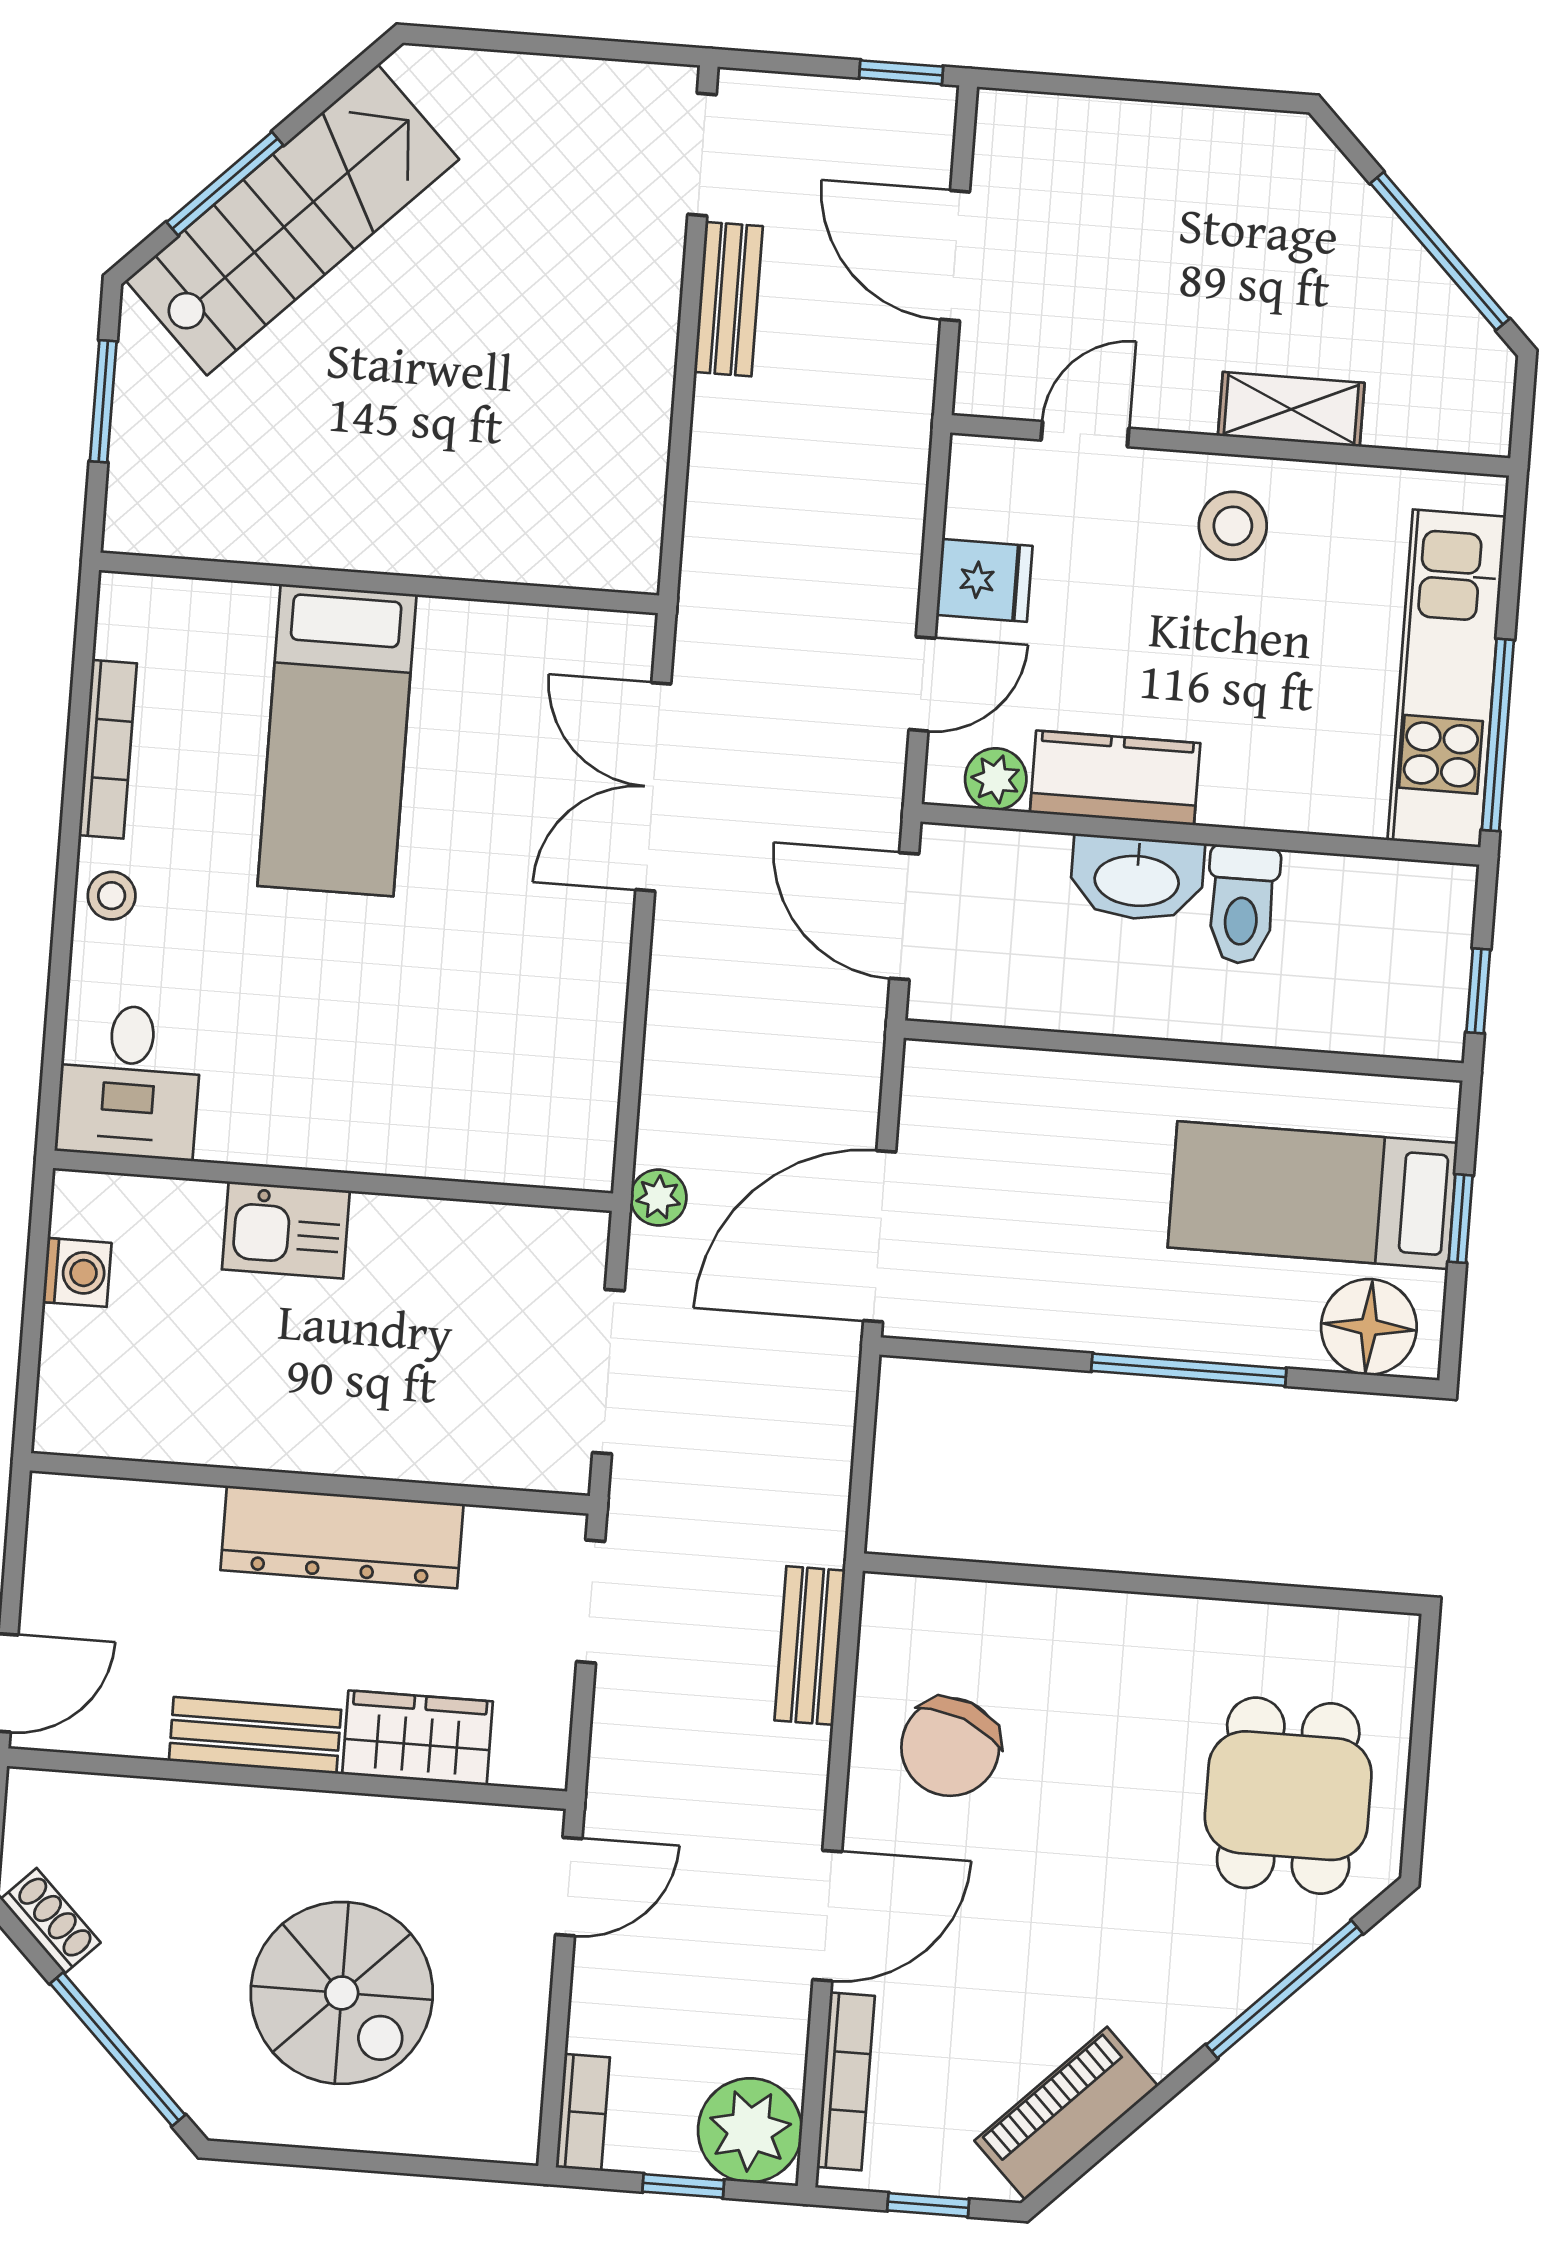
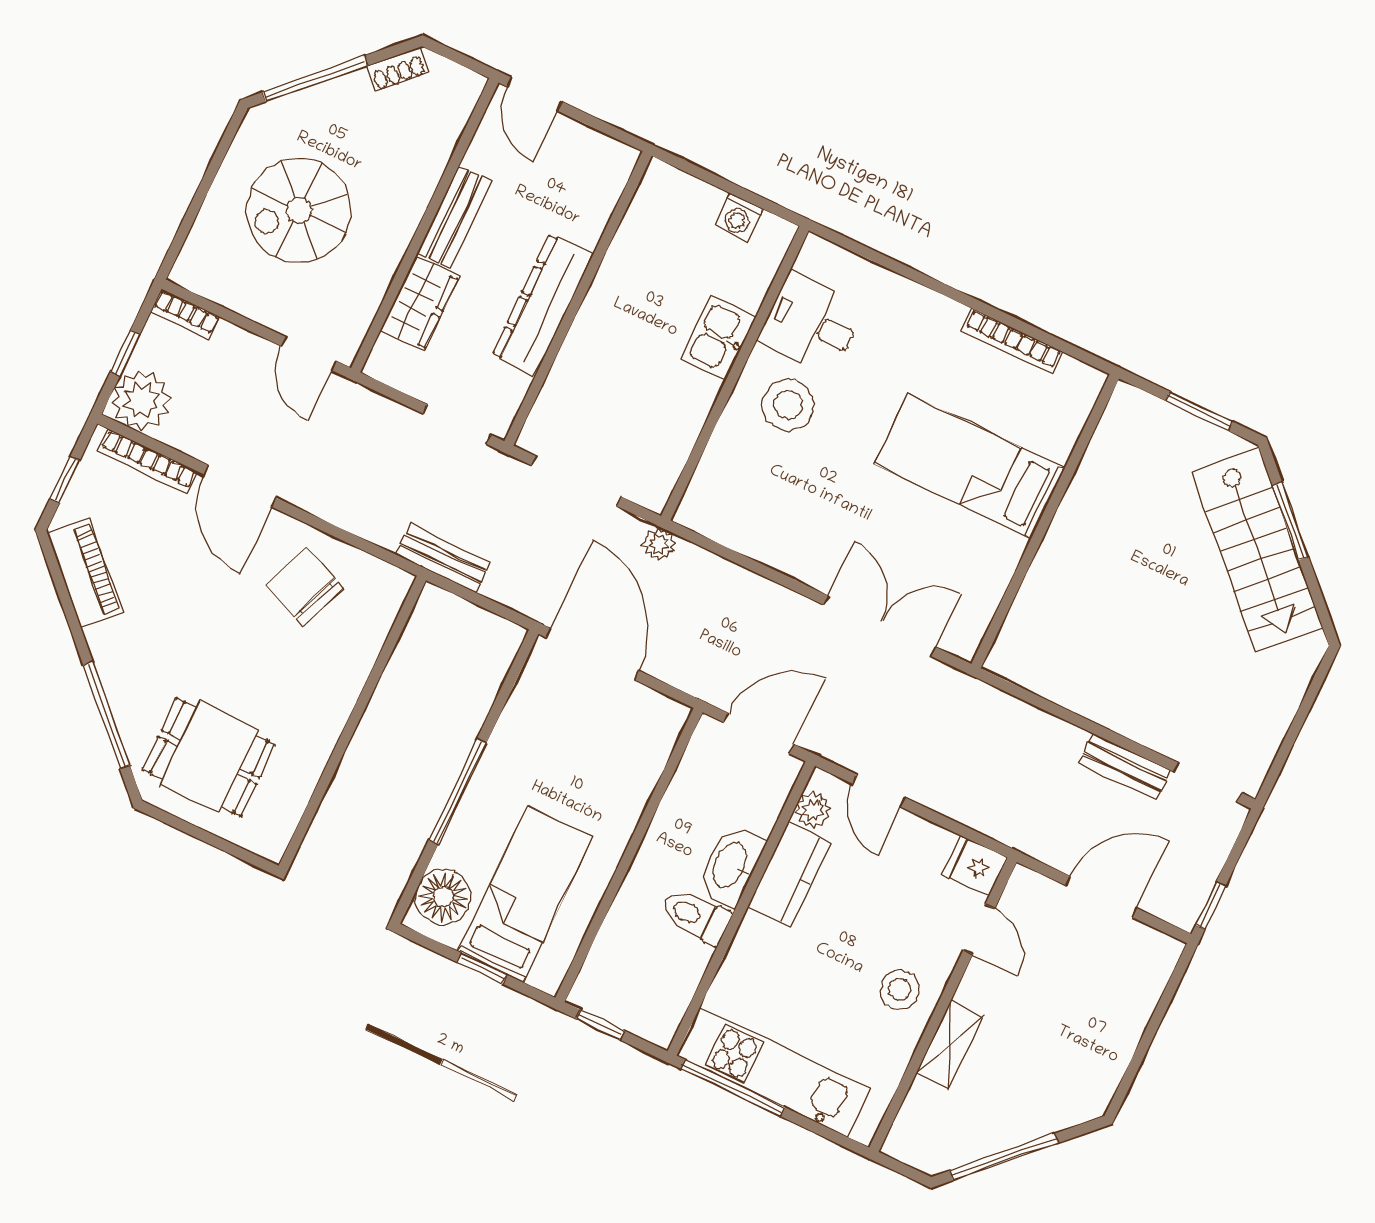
fridge: (984, 580) -> (975, 866), moved, turned 90
stool: (112, 896) -> (788, 405), moved, width x1.89, depth x1.89
desk: (129, 1081) -> (812, 323), moved
bench: (810, 1646) -> (443, 558), moved

